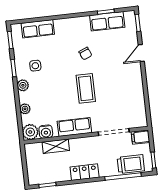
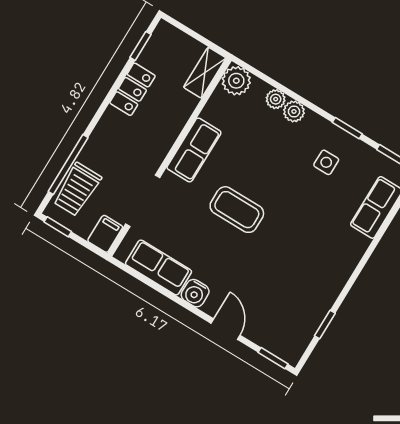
row of seats: (107, 21) -> (158, 268), moved, turned 90
chair: (85, 54) -> (288, 248), removed
plant: (23, 85) -> (294, 111), moved
water cooler: (46, 132) -> (195, 293), moved, turned -90
shelving: (56, 146) -> (205, 73), moved
locker: (85, 172) -> (132, 89), moved

